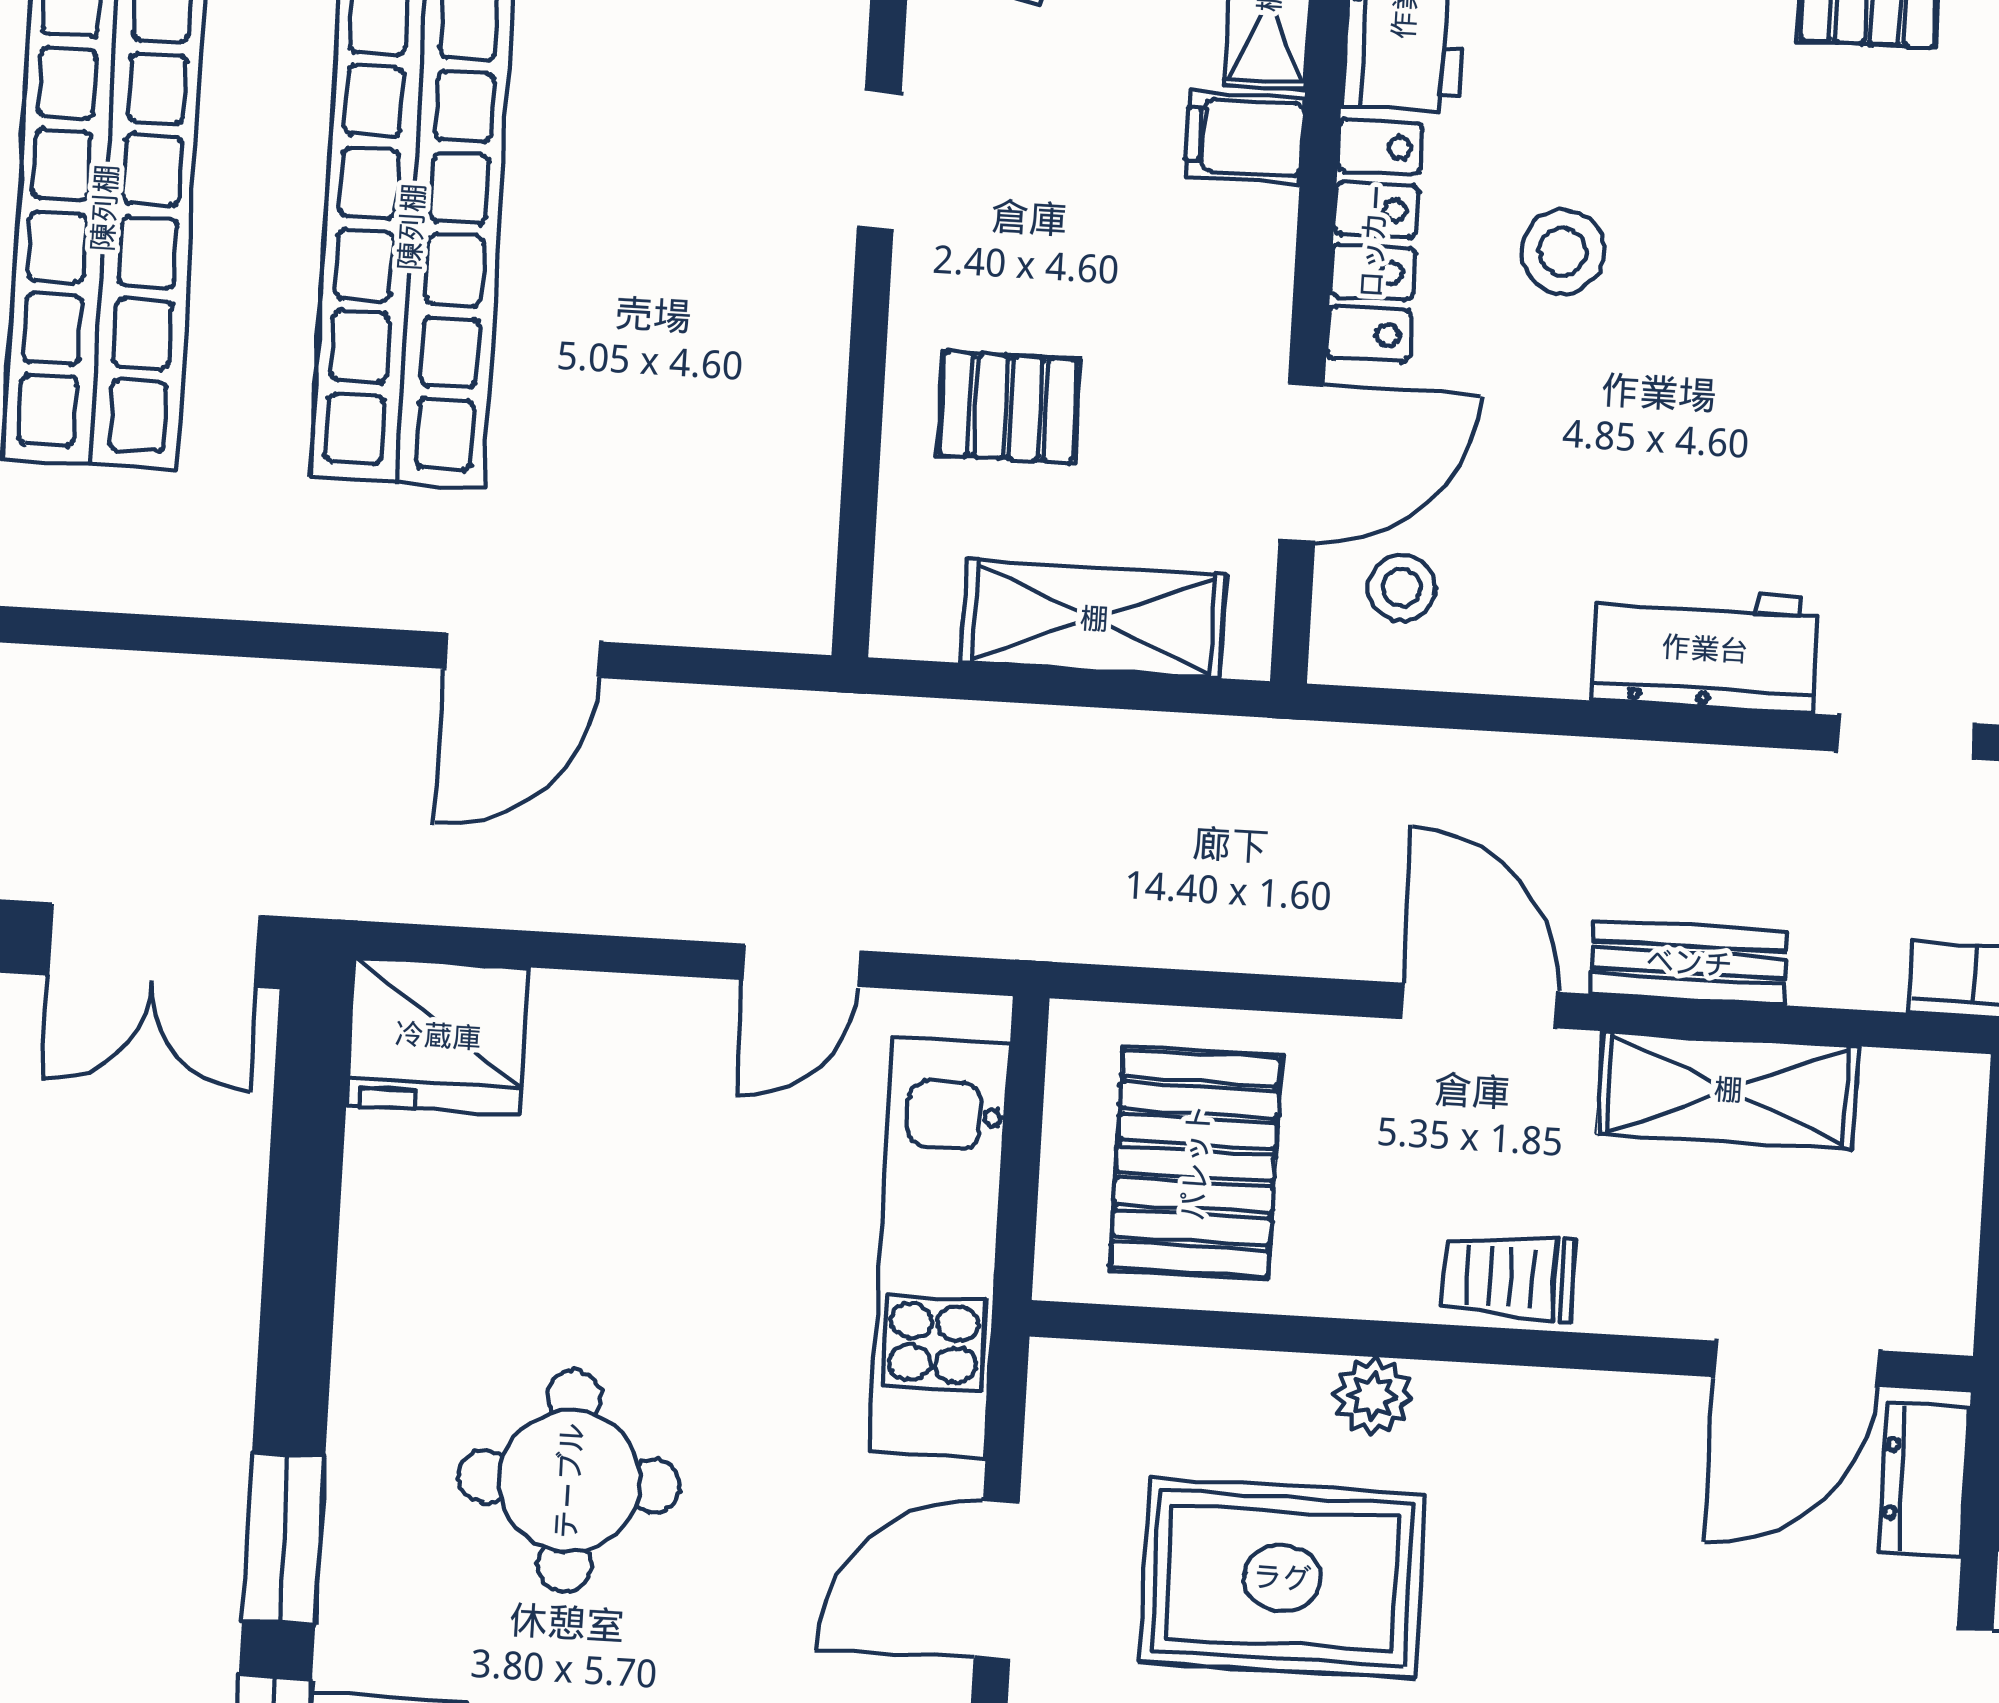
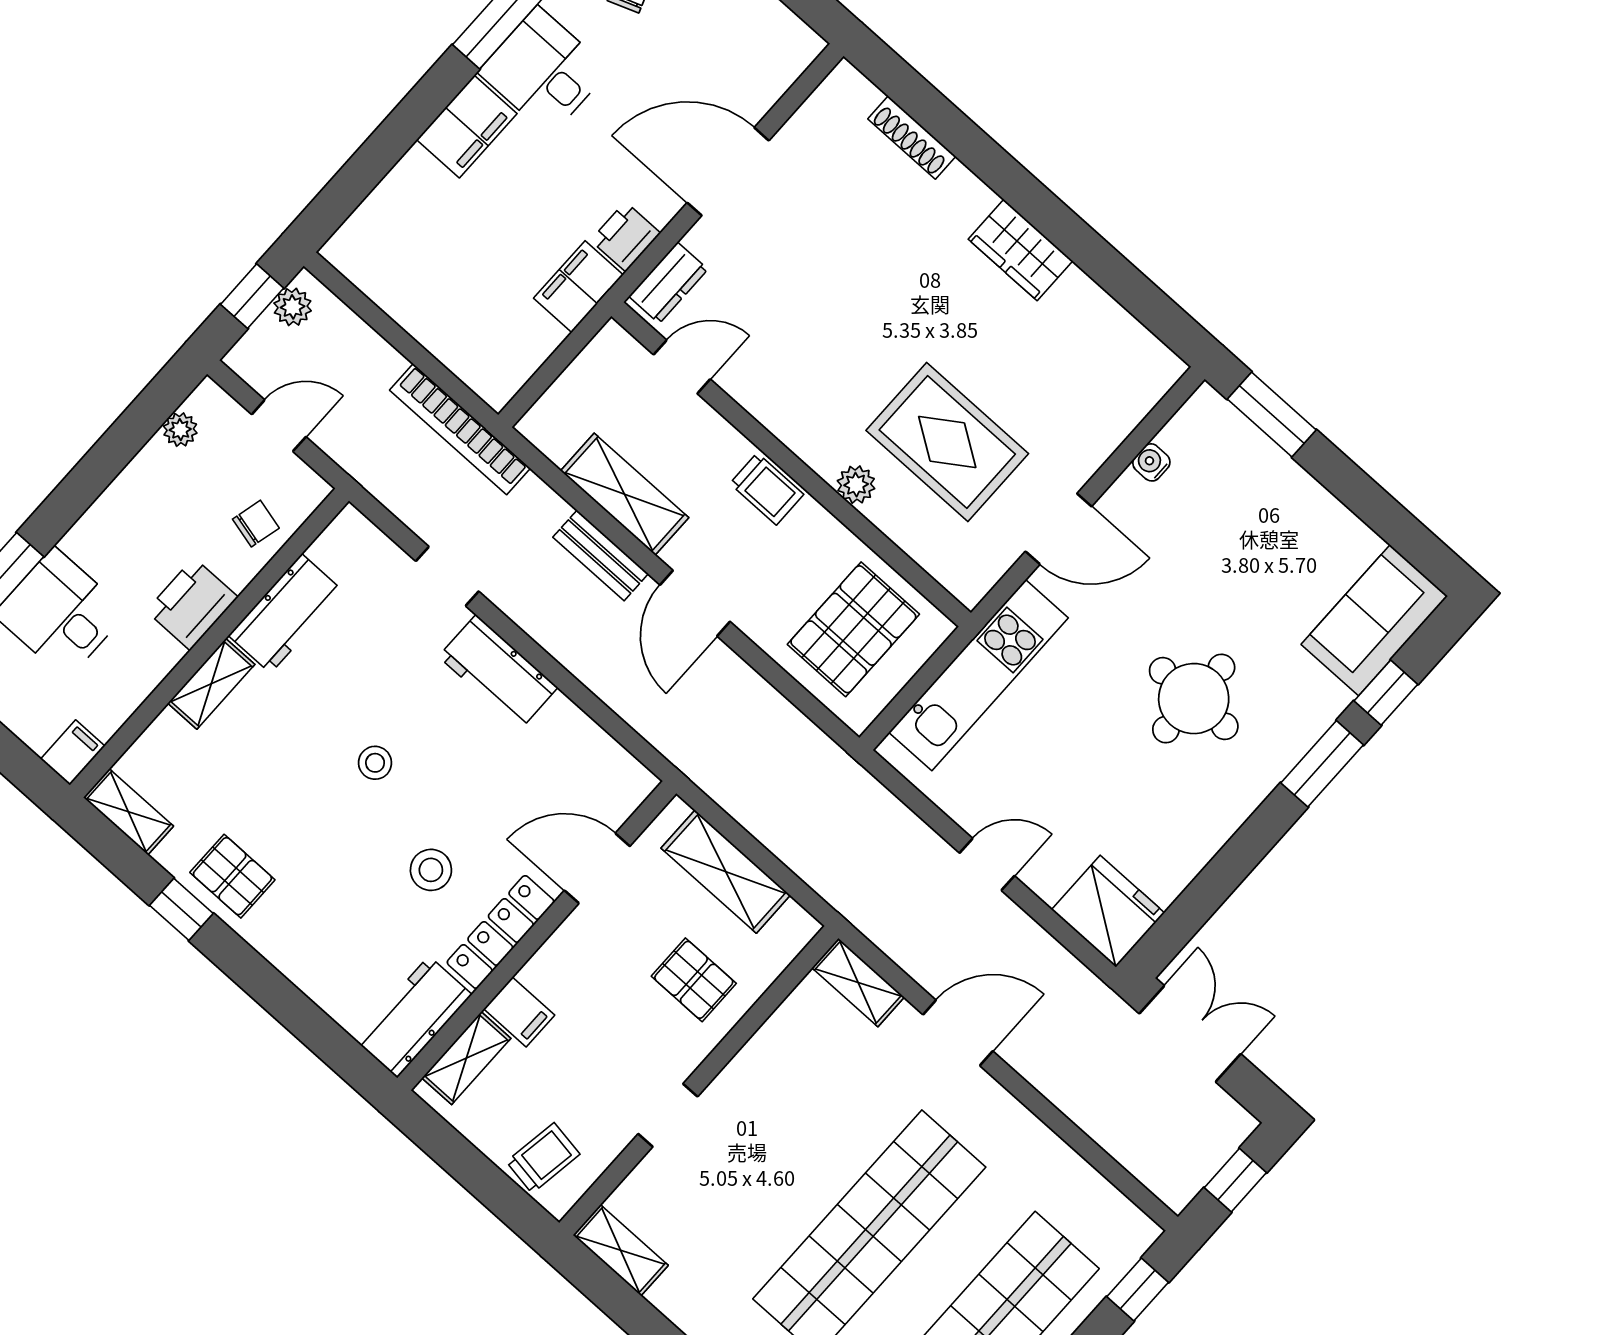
stool: (1402, 588) -> (375, 763), moved
shelving: (744, 610) -> (858, 982), added
door: (801, 965) -> (987, 864), moved
door: (1797, 1364) -> (682, 367), width x0.73

